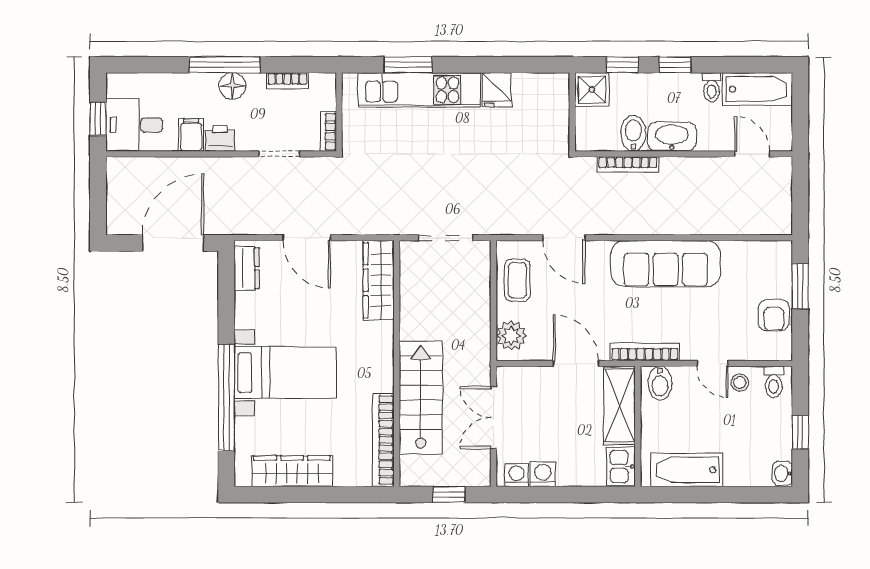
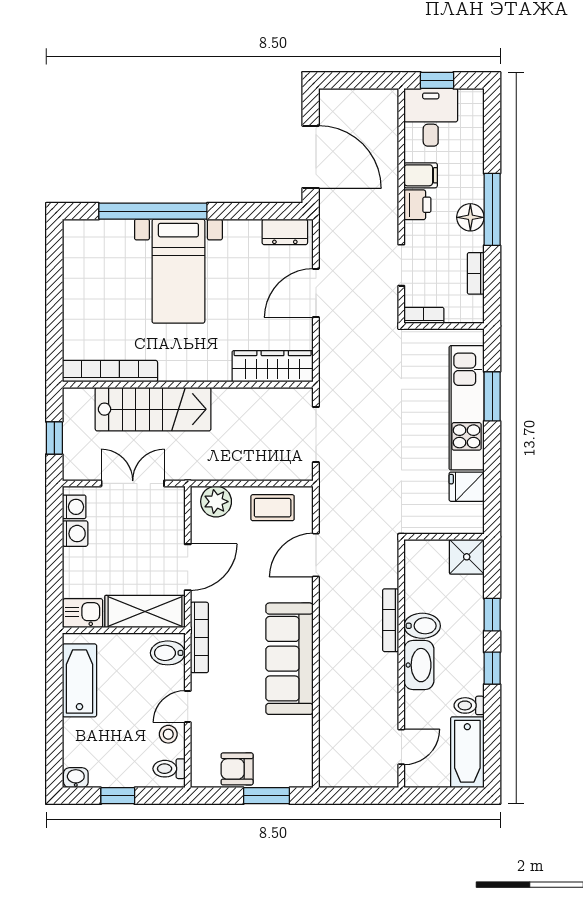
shower: (592, 90) -> (467, 557), moved
wall: (572, 112) -> (444, 537), moved
wardrobe: (292, 471) -> (78, 278), removed

